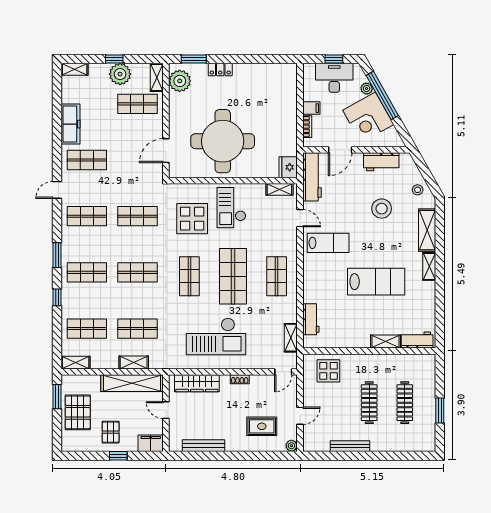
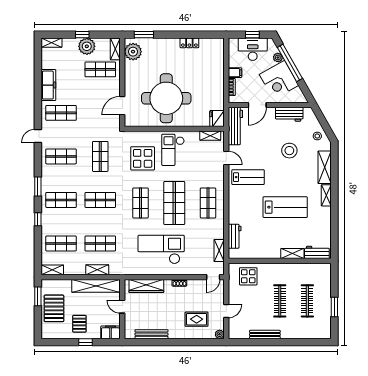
locker: (220, 70) -> (189, 43), moved
shop shelf: (137, 216) -> (100, 156), turned 90
checkout: (216, 336) -> (161, 249), turned 180

